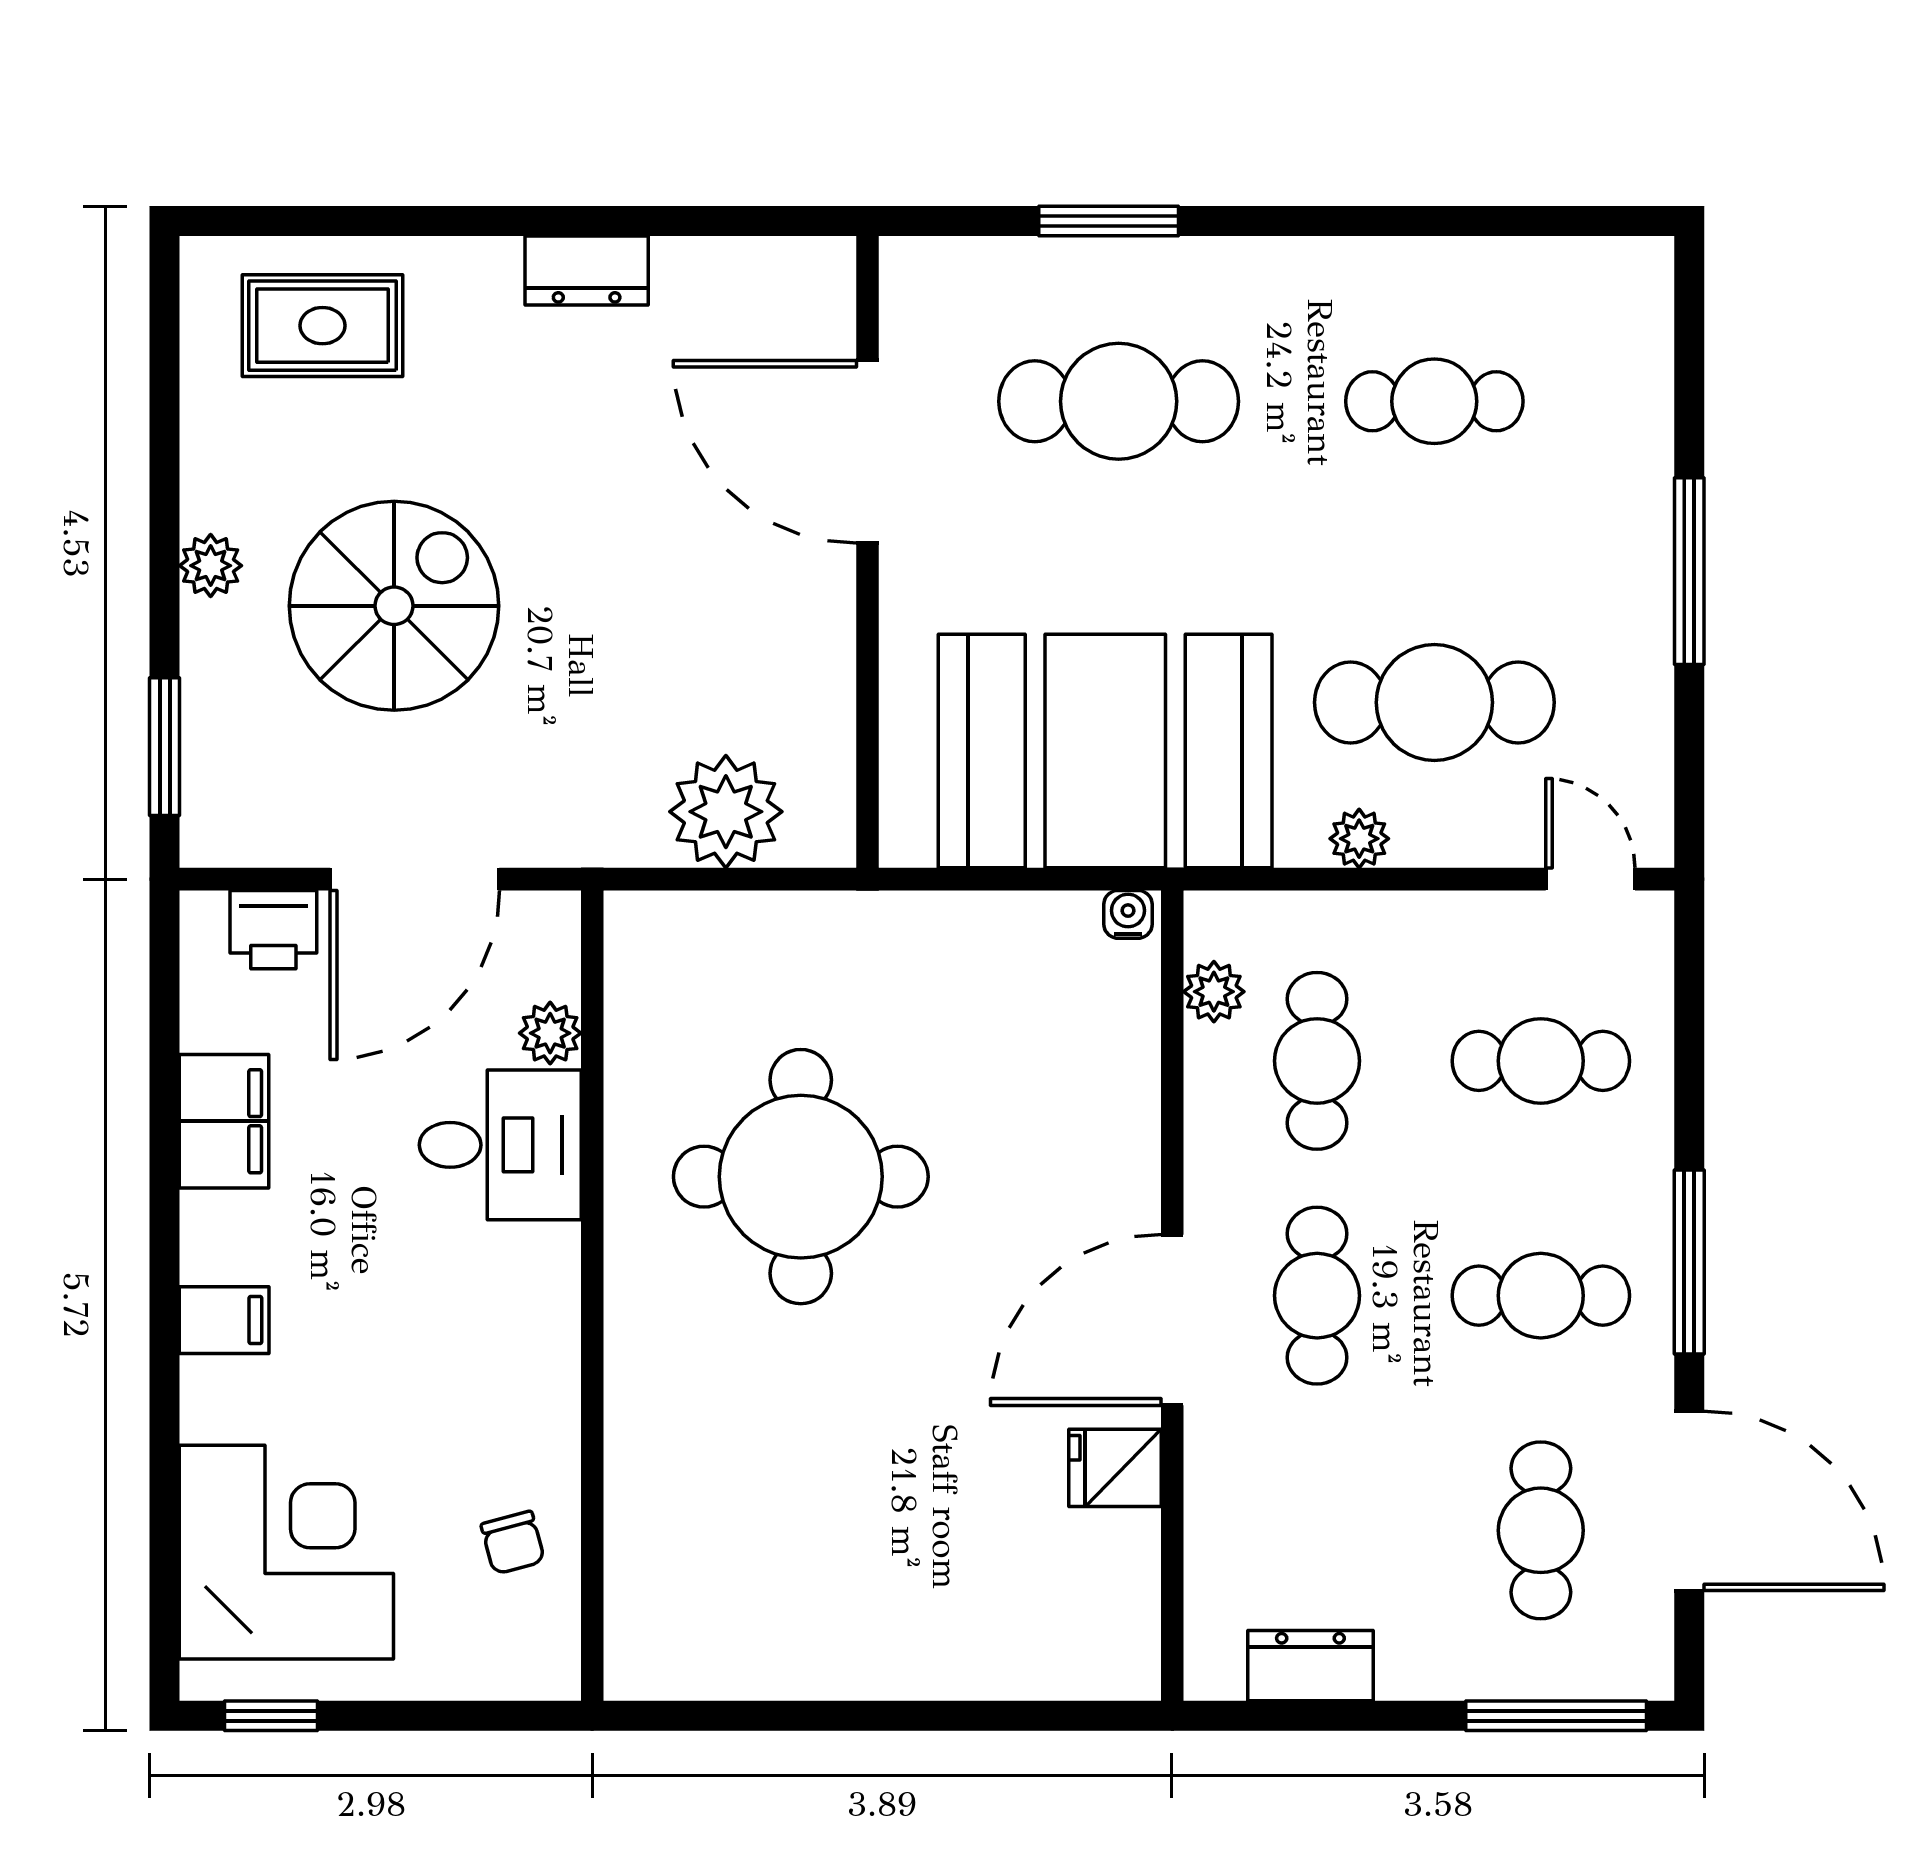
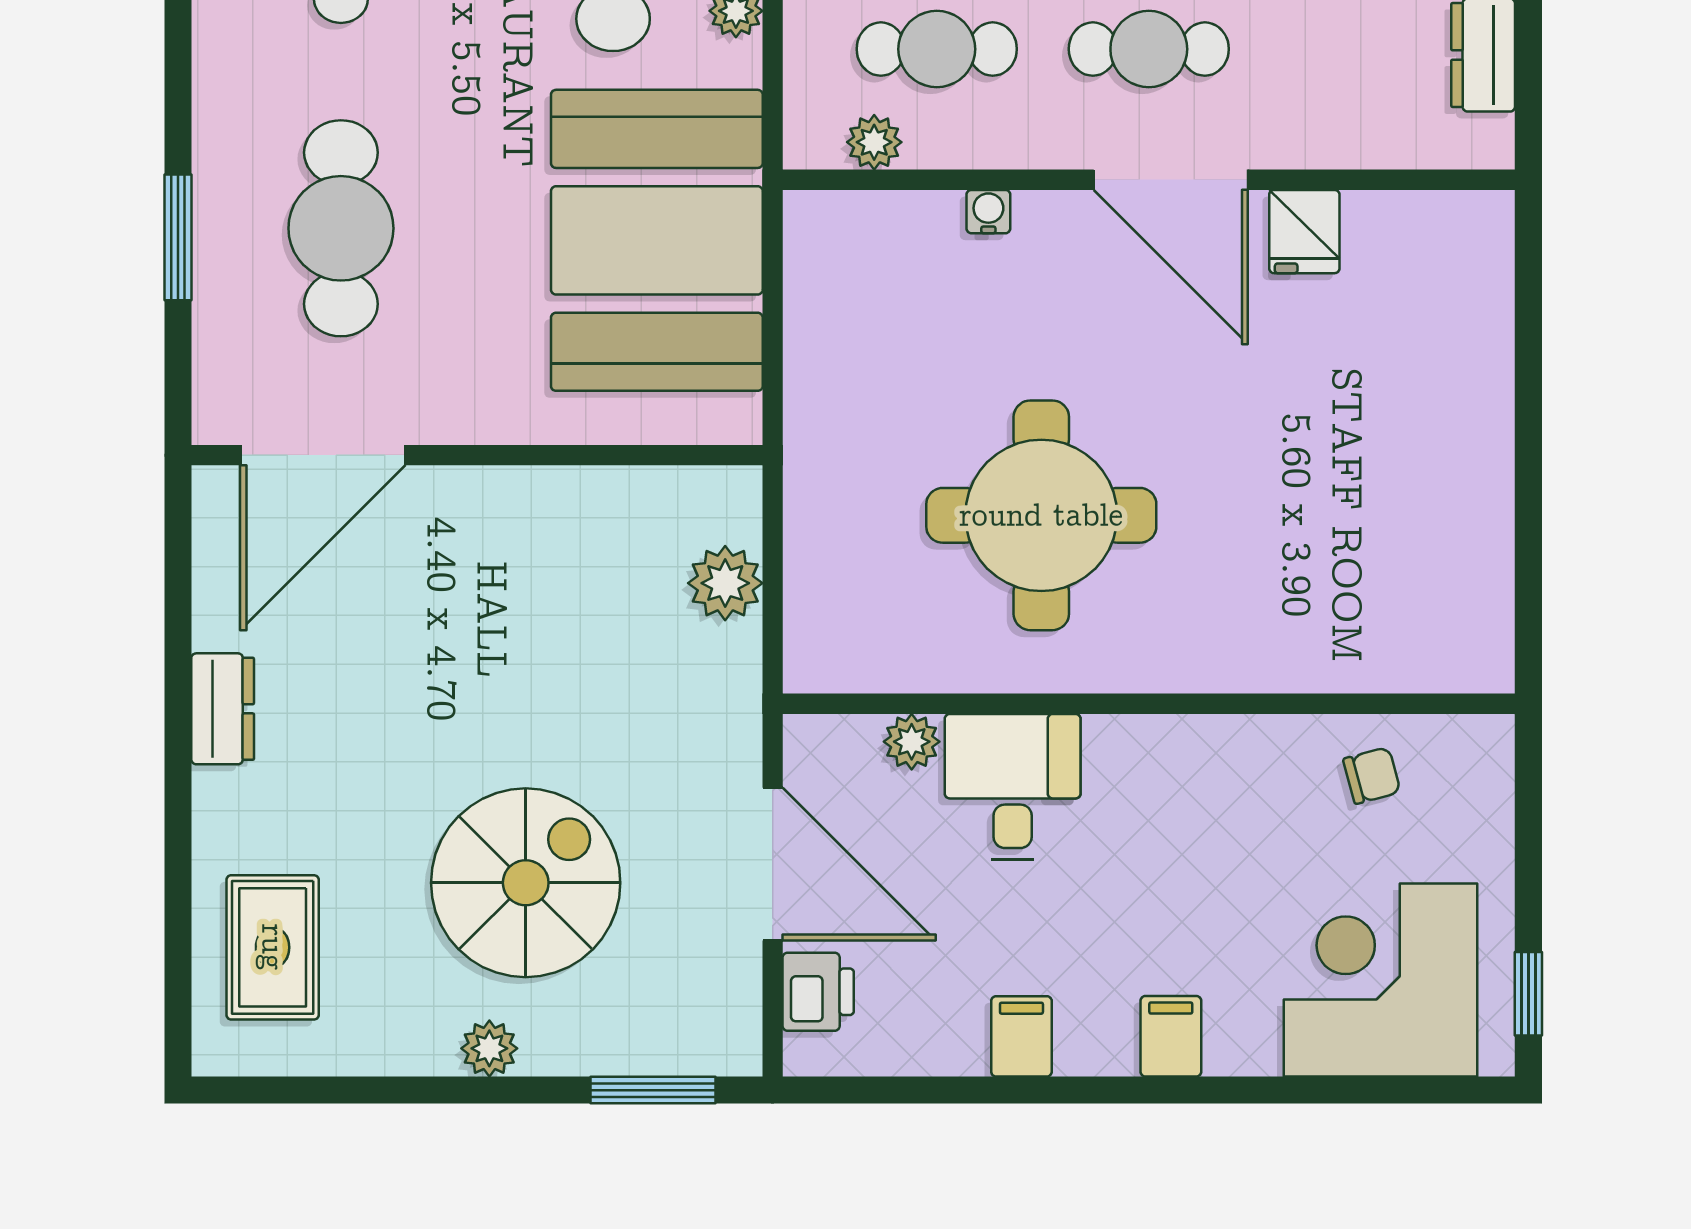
door: (867, 452) -> (323, 455), moved
spiral stairs: (394, 606) -> (526, 883), turned 90
plant: (726, 812) -> (725, 583), width x0.73, depth x0.73
water cooler: (1128, 914) -> (988, 212), moved, turned 90
filing cabinet: (224, 1121) -> (1021, 1036), width x0.50

